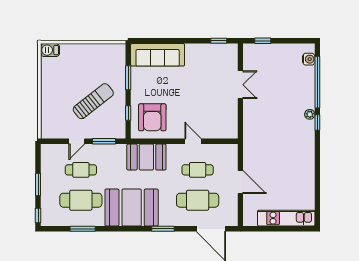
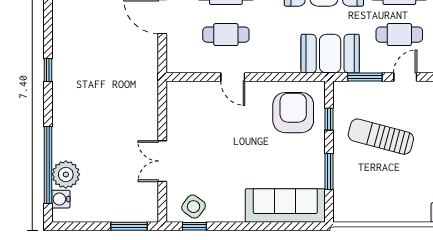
window: (263, 41) -> (129, 226), width x1.50
side table: (219, 54) -> (194, 207), added
sun lounger: (93, 101) -> (381, 137), turned 53
plant: (310, 114) -> (66, 174), moved, width x1.88, depth x1.88
window: (317, 122) -> (48, 70), moved
booth: (146, 157) -> (330, 54), moved

